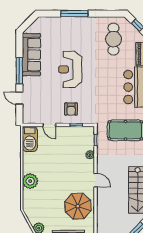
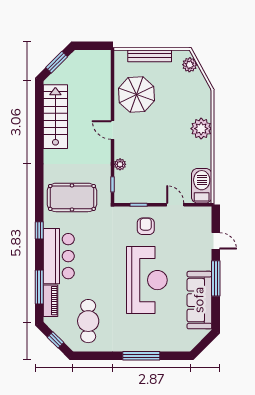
reception desk: (70, 69) -> (147, 280), width x1.36, depth x1.30

